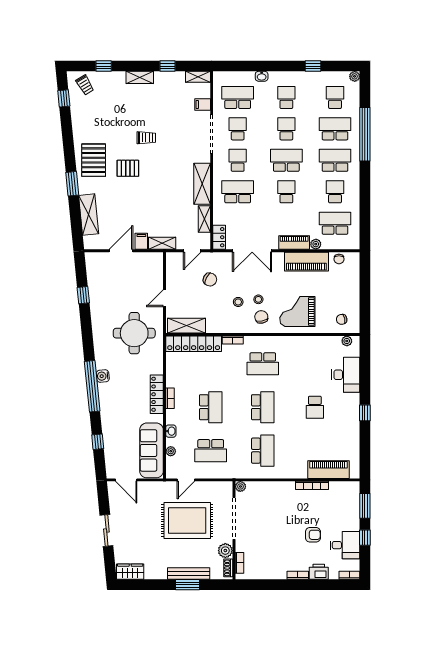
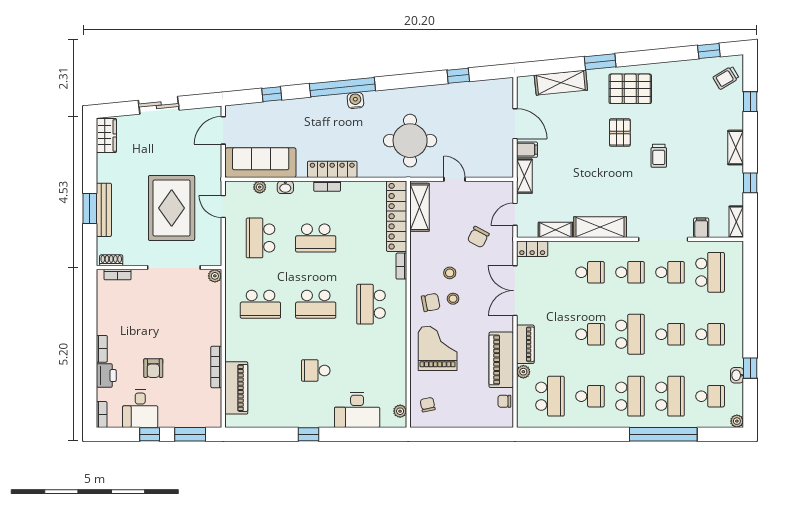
washbasin: (262, 76) -> (737, 375), moved
school desk: (238, 192) -> (590, 272), width x0.54
door: (192, 251) -> (515, 214), hinge flipped
plant: (225, 551) -> (133, 257), removed

